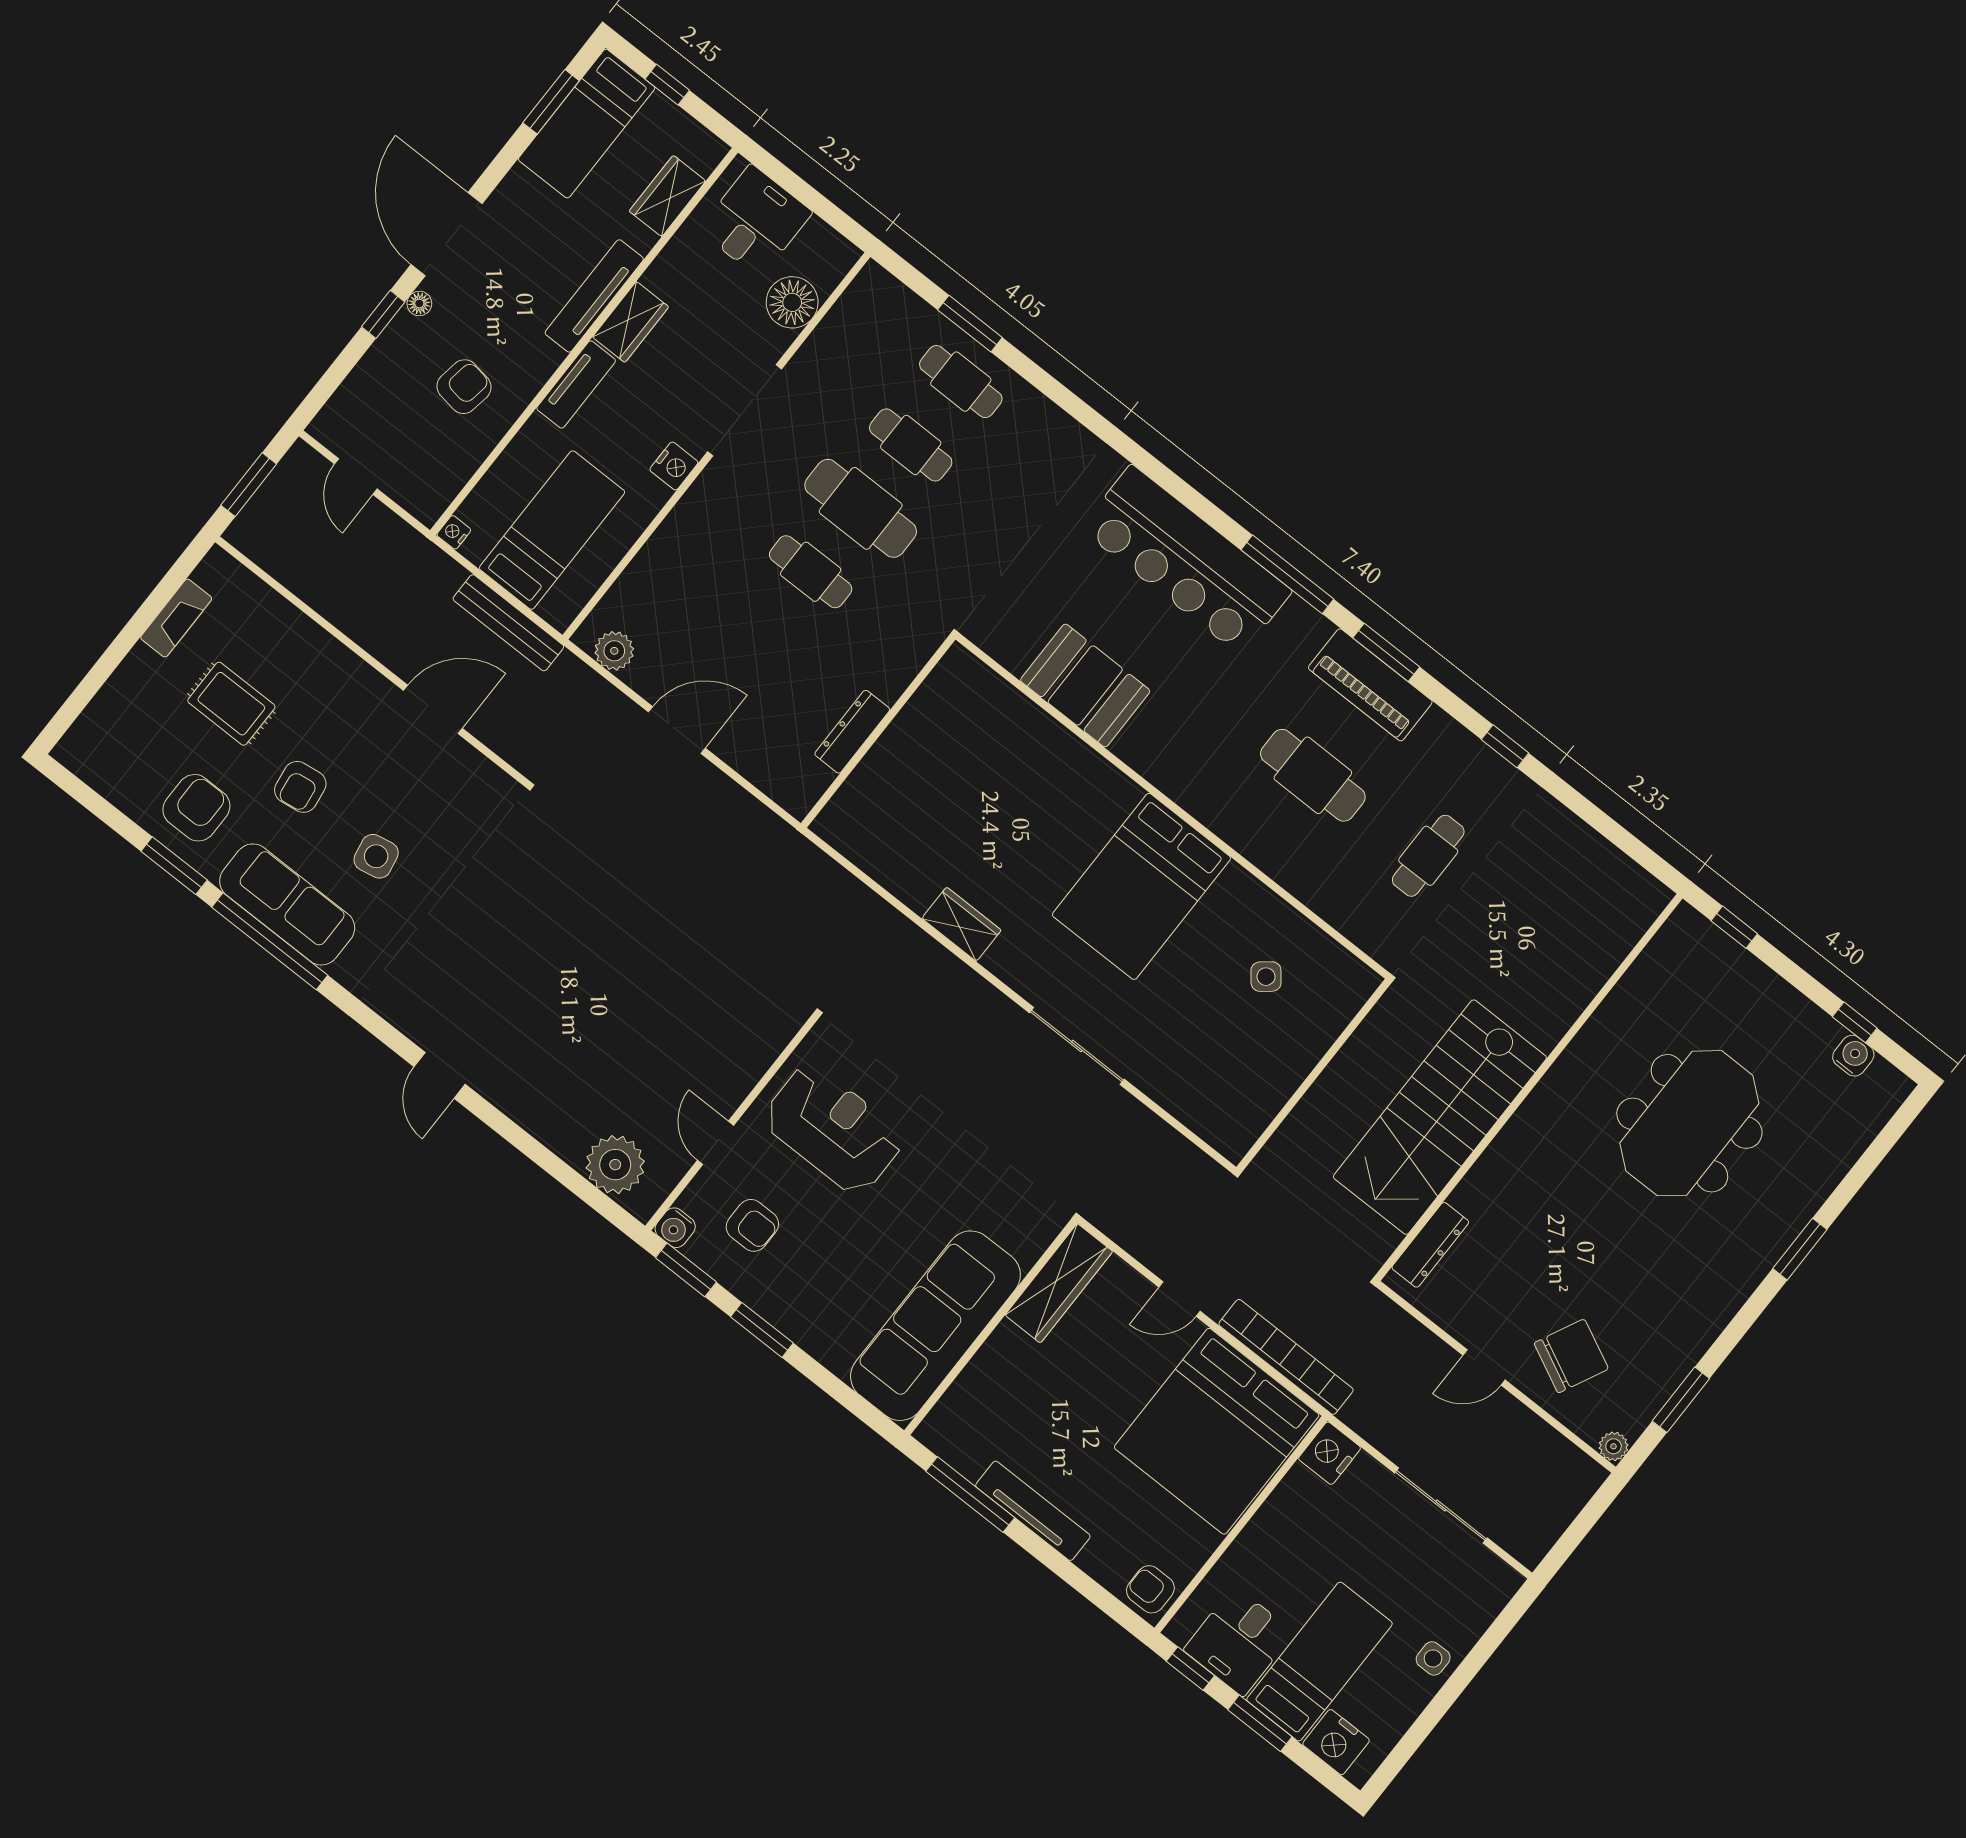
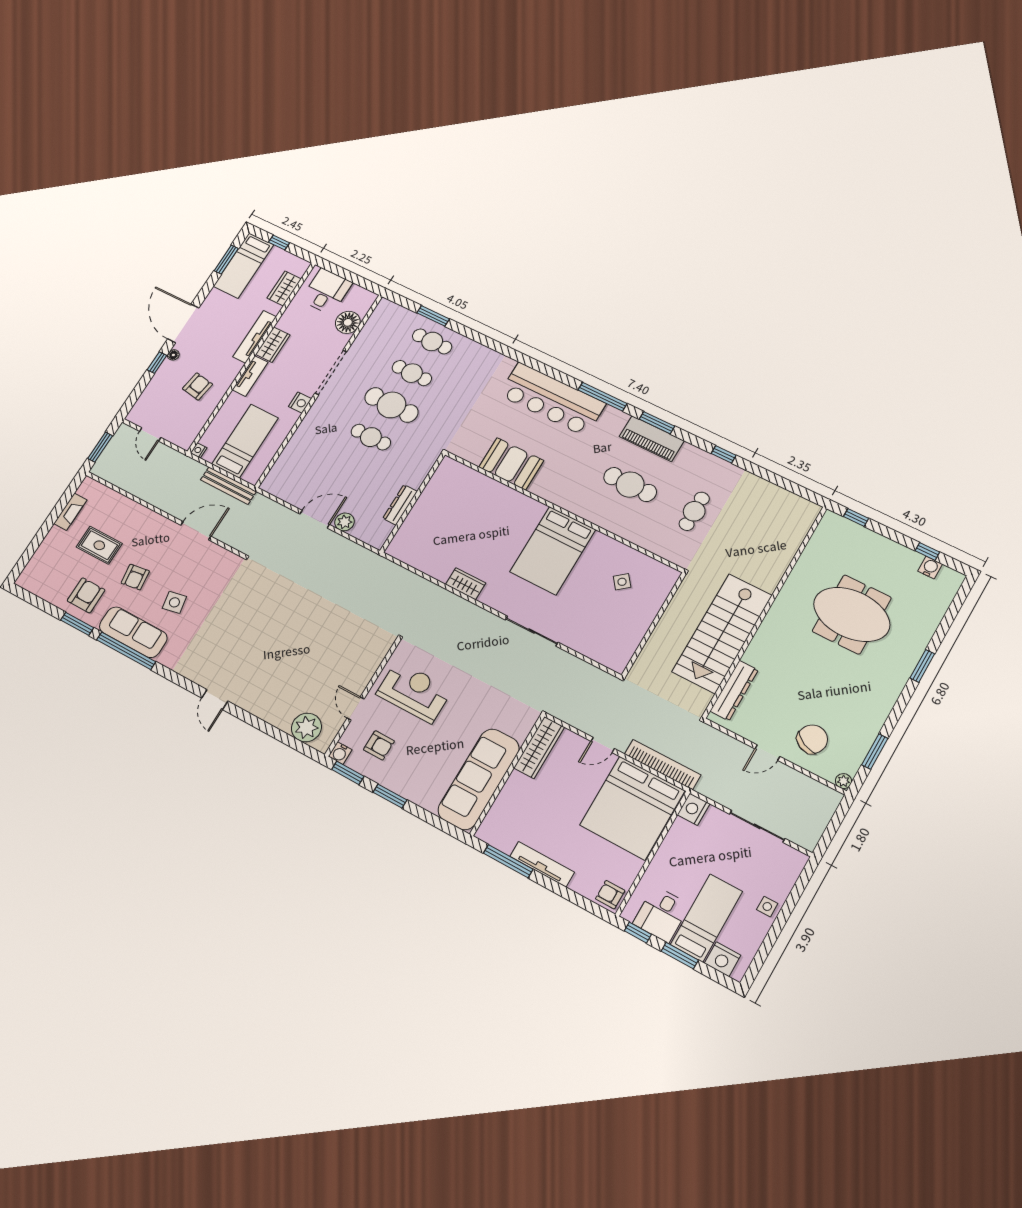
plant: (614, 651) -> (345, 522), moved
meeting table: (1689, 1123) -> (852, 614), turned 90
dresser: (1430, 1245) -> (734, 690), width x1.37, depth x1.24

